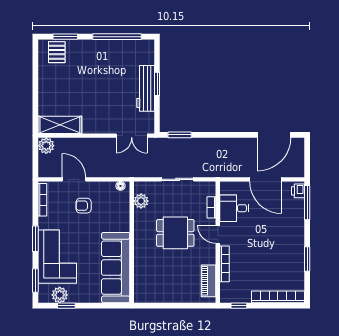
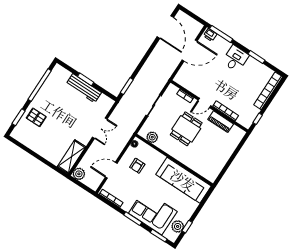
pallet: (57, 52) -> (36, 117), moved
double door: (132, 136) -> (100, 128), moved
armchair: (84, 206) -> (137, 166), moved
desk: (234, 208) -> (235, 59), moved, turned 180
piano: (209, 281) -> (221, 122), moved

